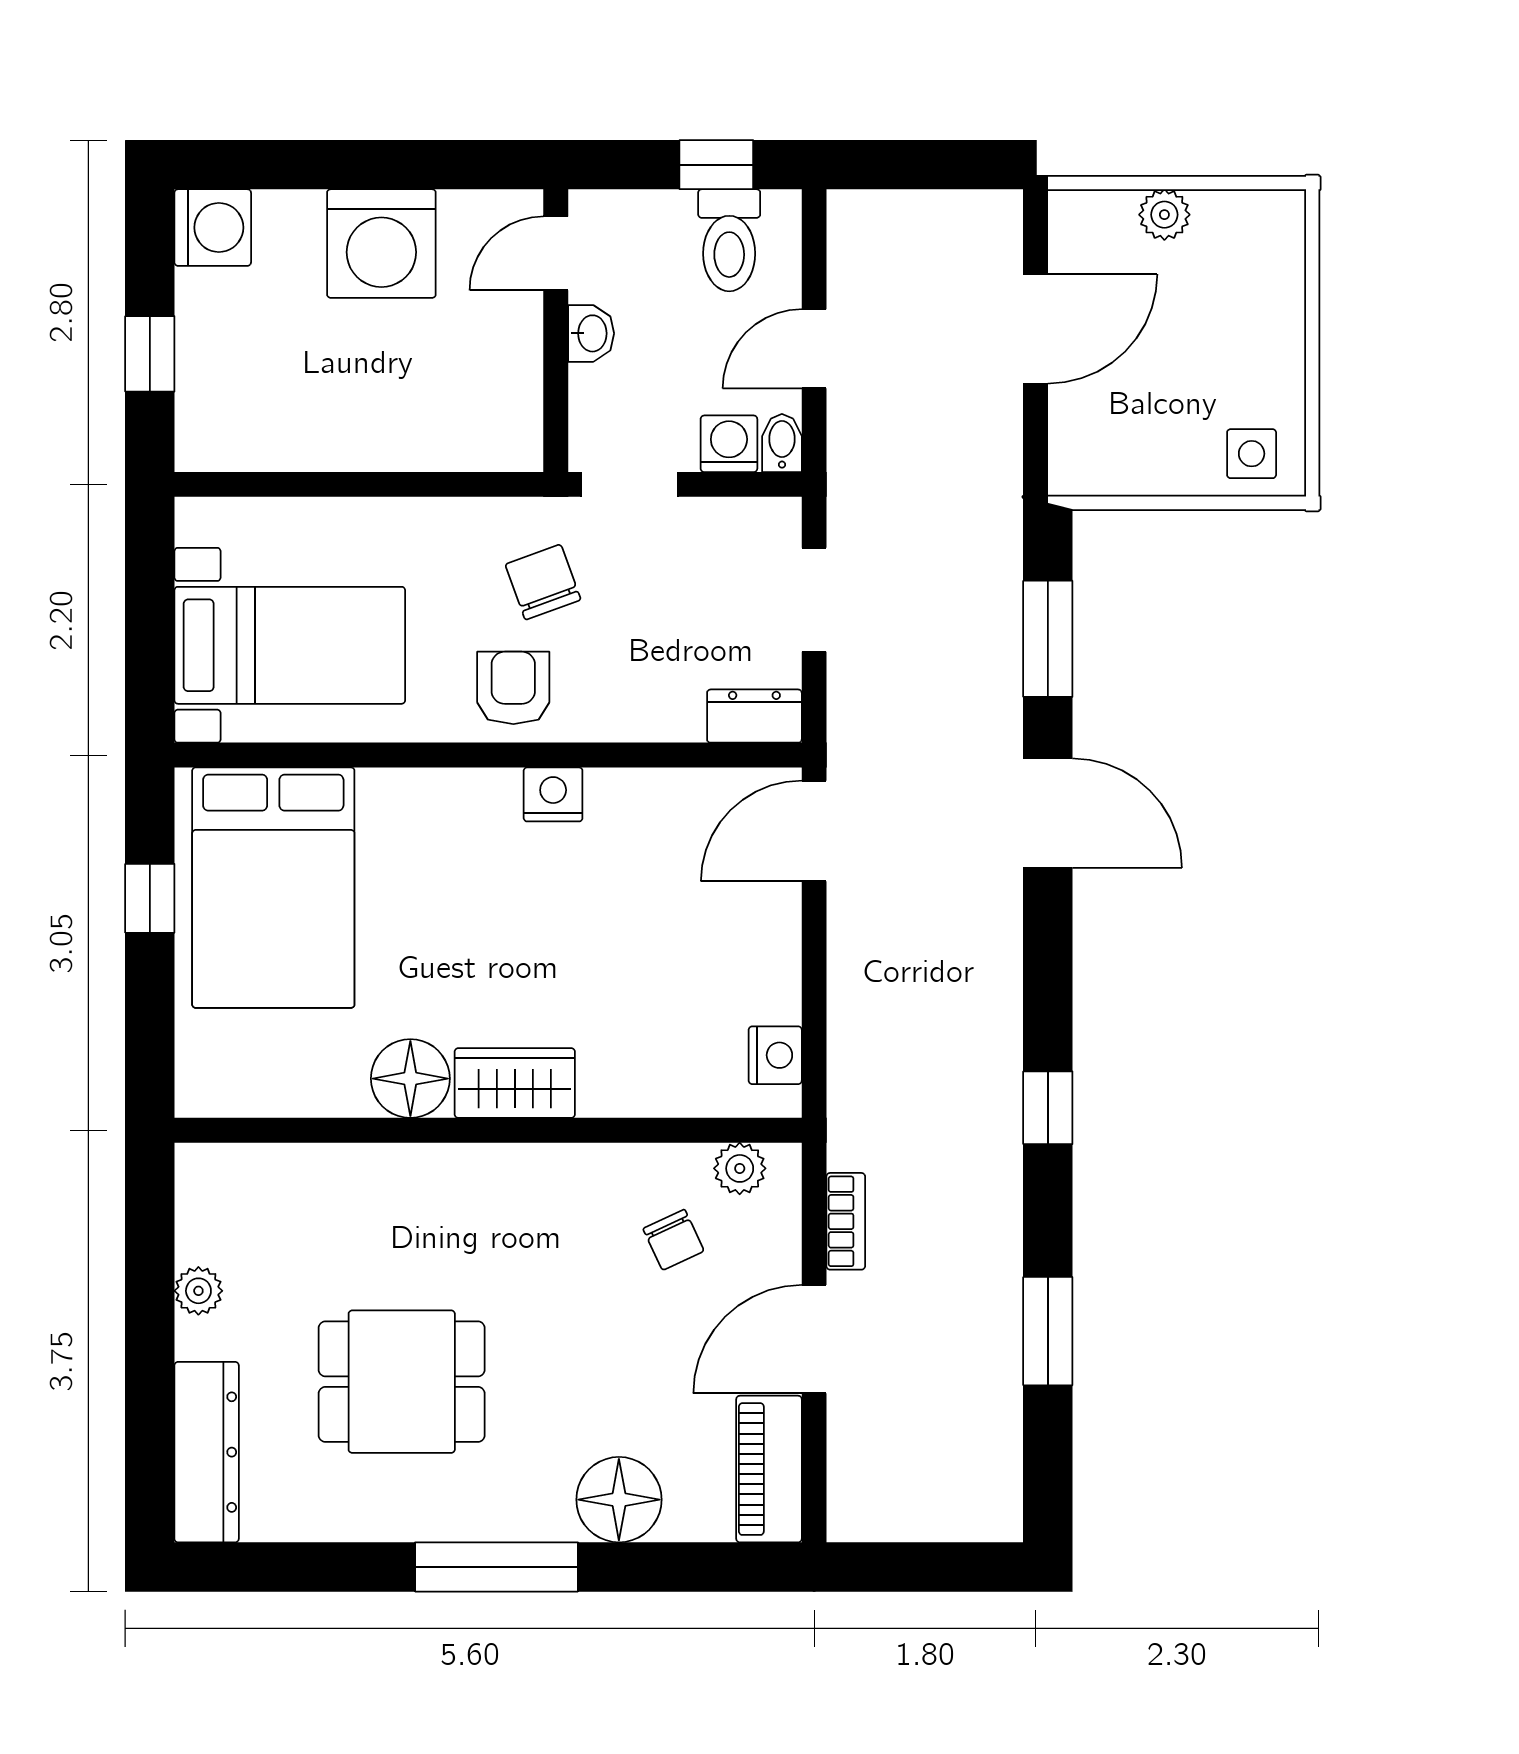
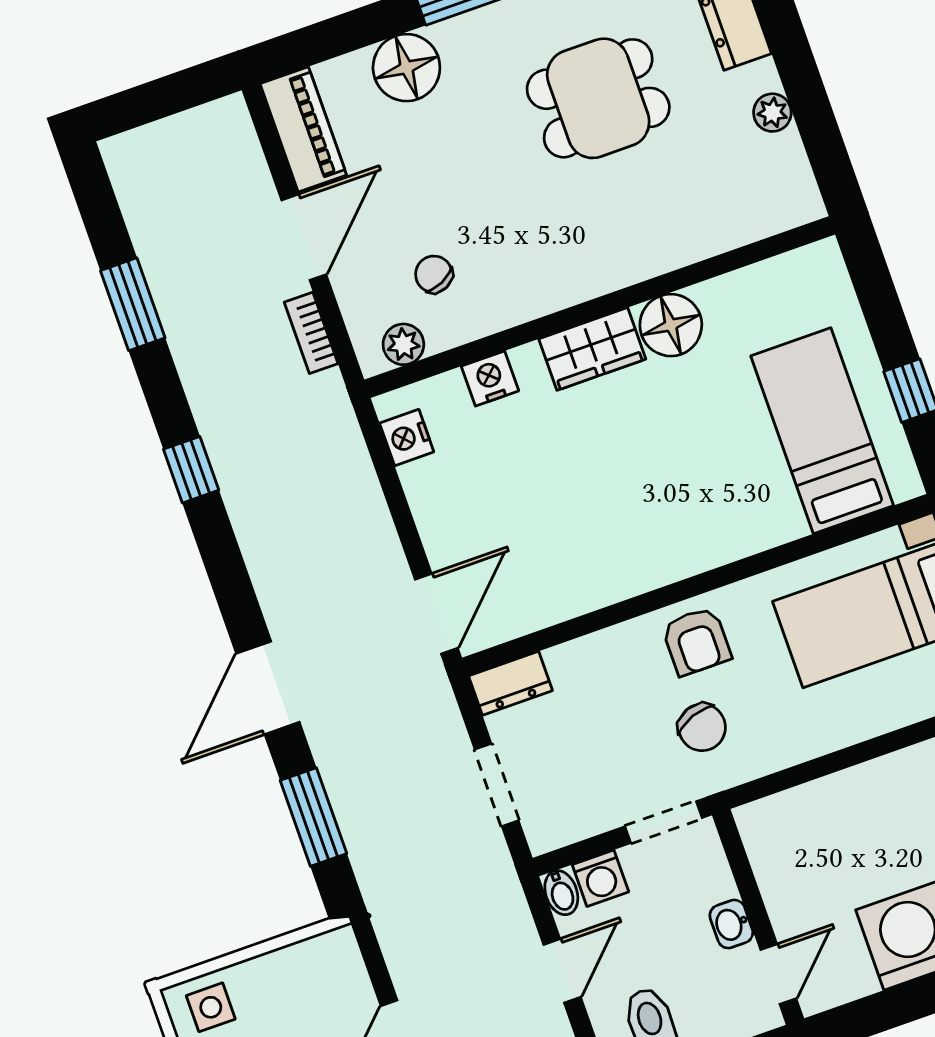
nightstand: (553, 794) -> (490, 378), moved, turned 180
door: (1048, 813) -> (268, 688), hinge flipped
bed: (273, 888) -> (822, 431), width x0.67

